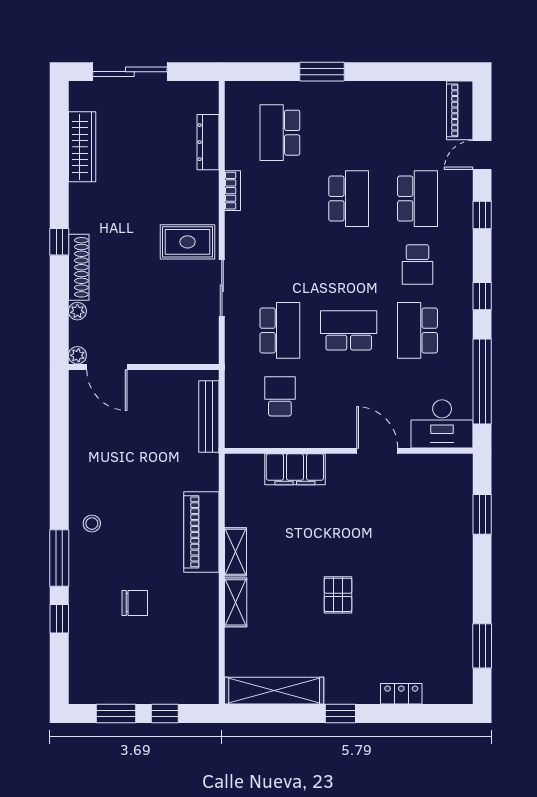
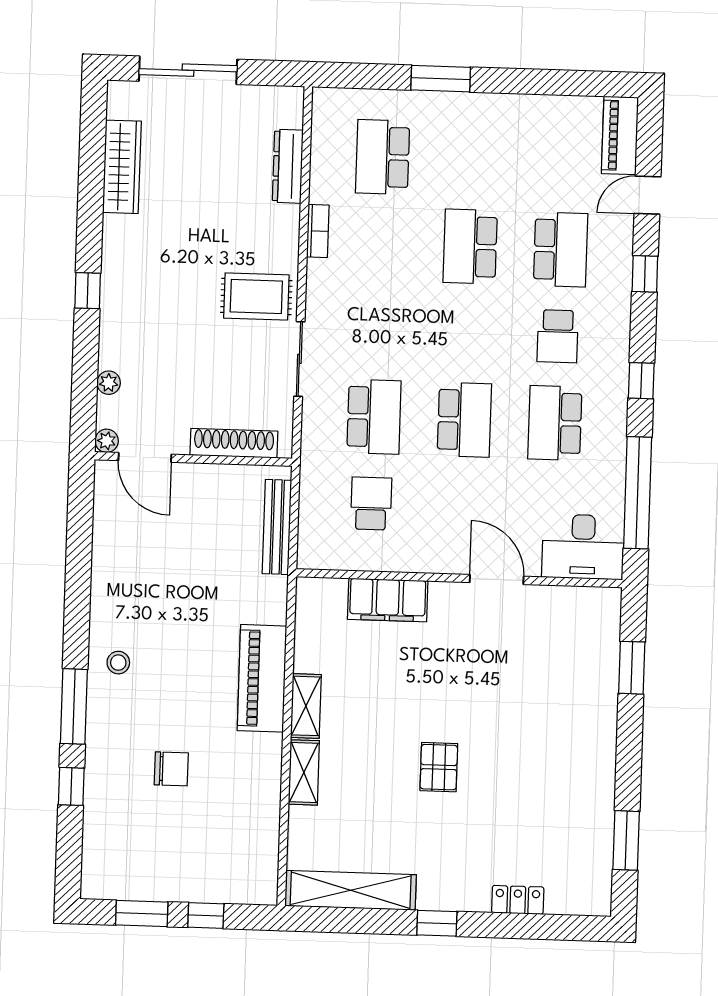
school desk: (349, 199) -> (470, 247), turned 180
shoe rack: (79, 267) -> (234, 443), moved, turned -90
school desk: (349, 330) -> (464, 420), turned 90

